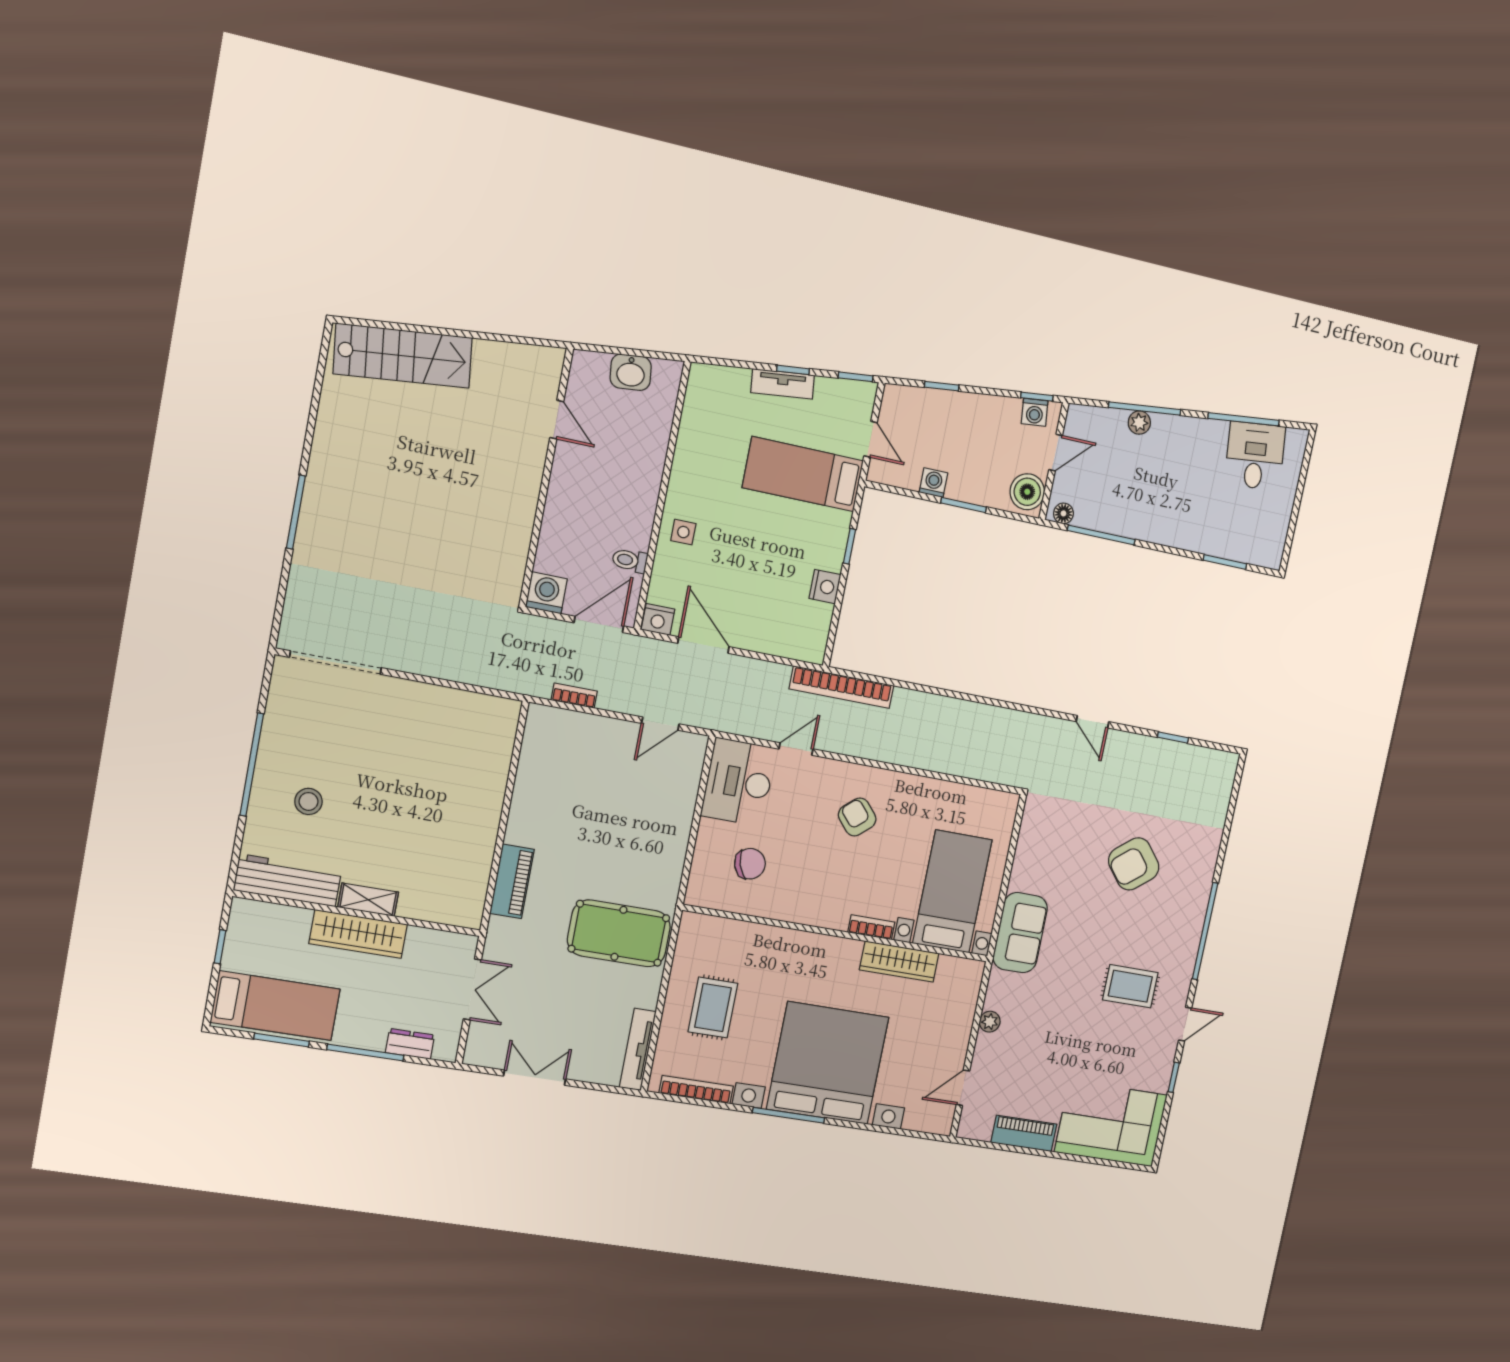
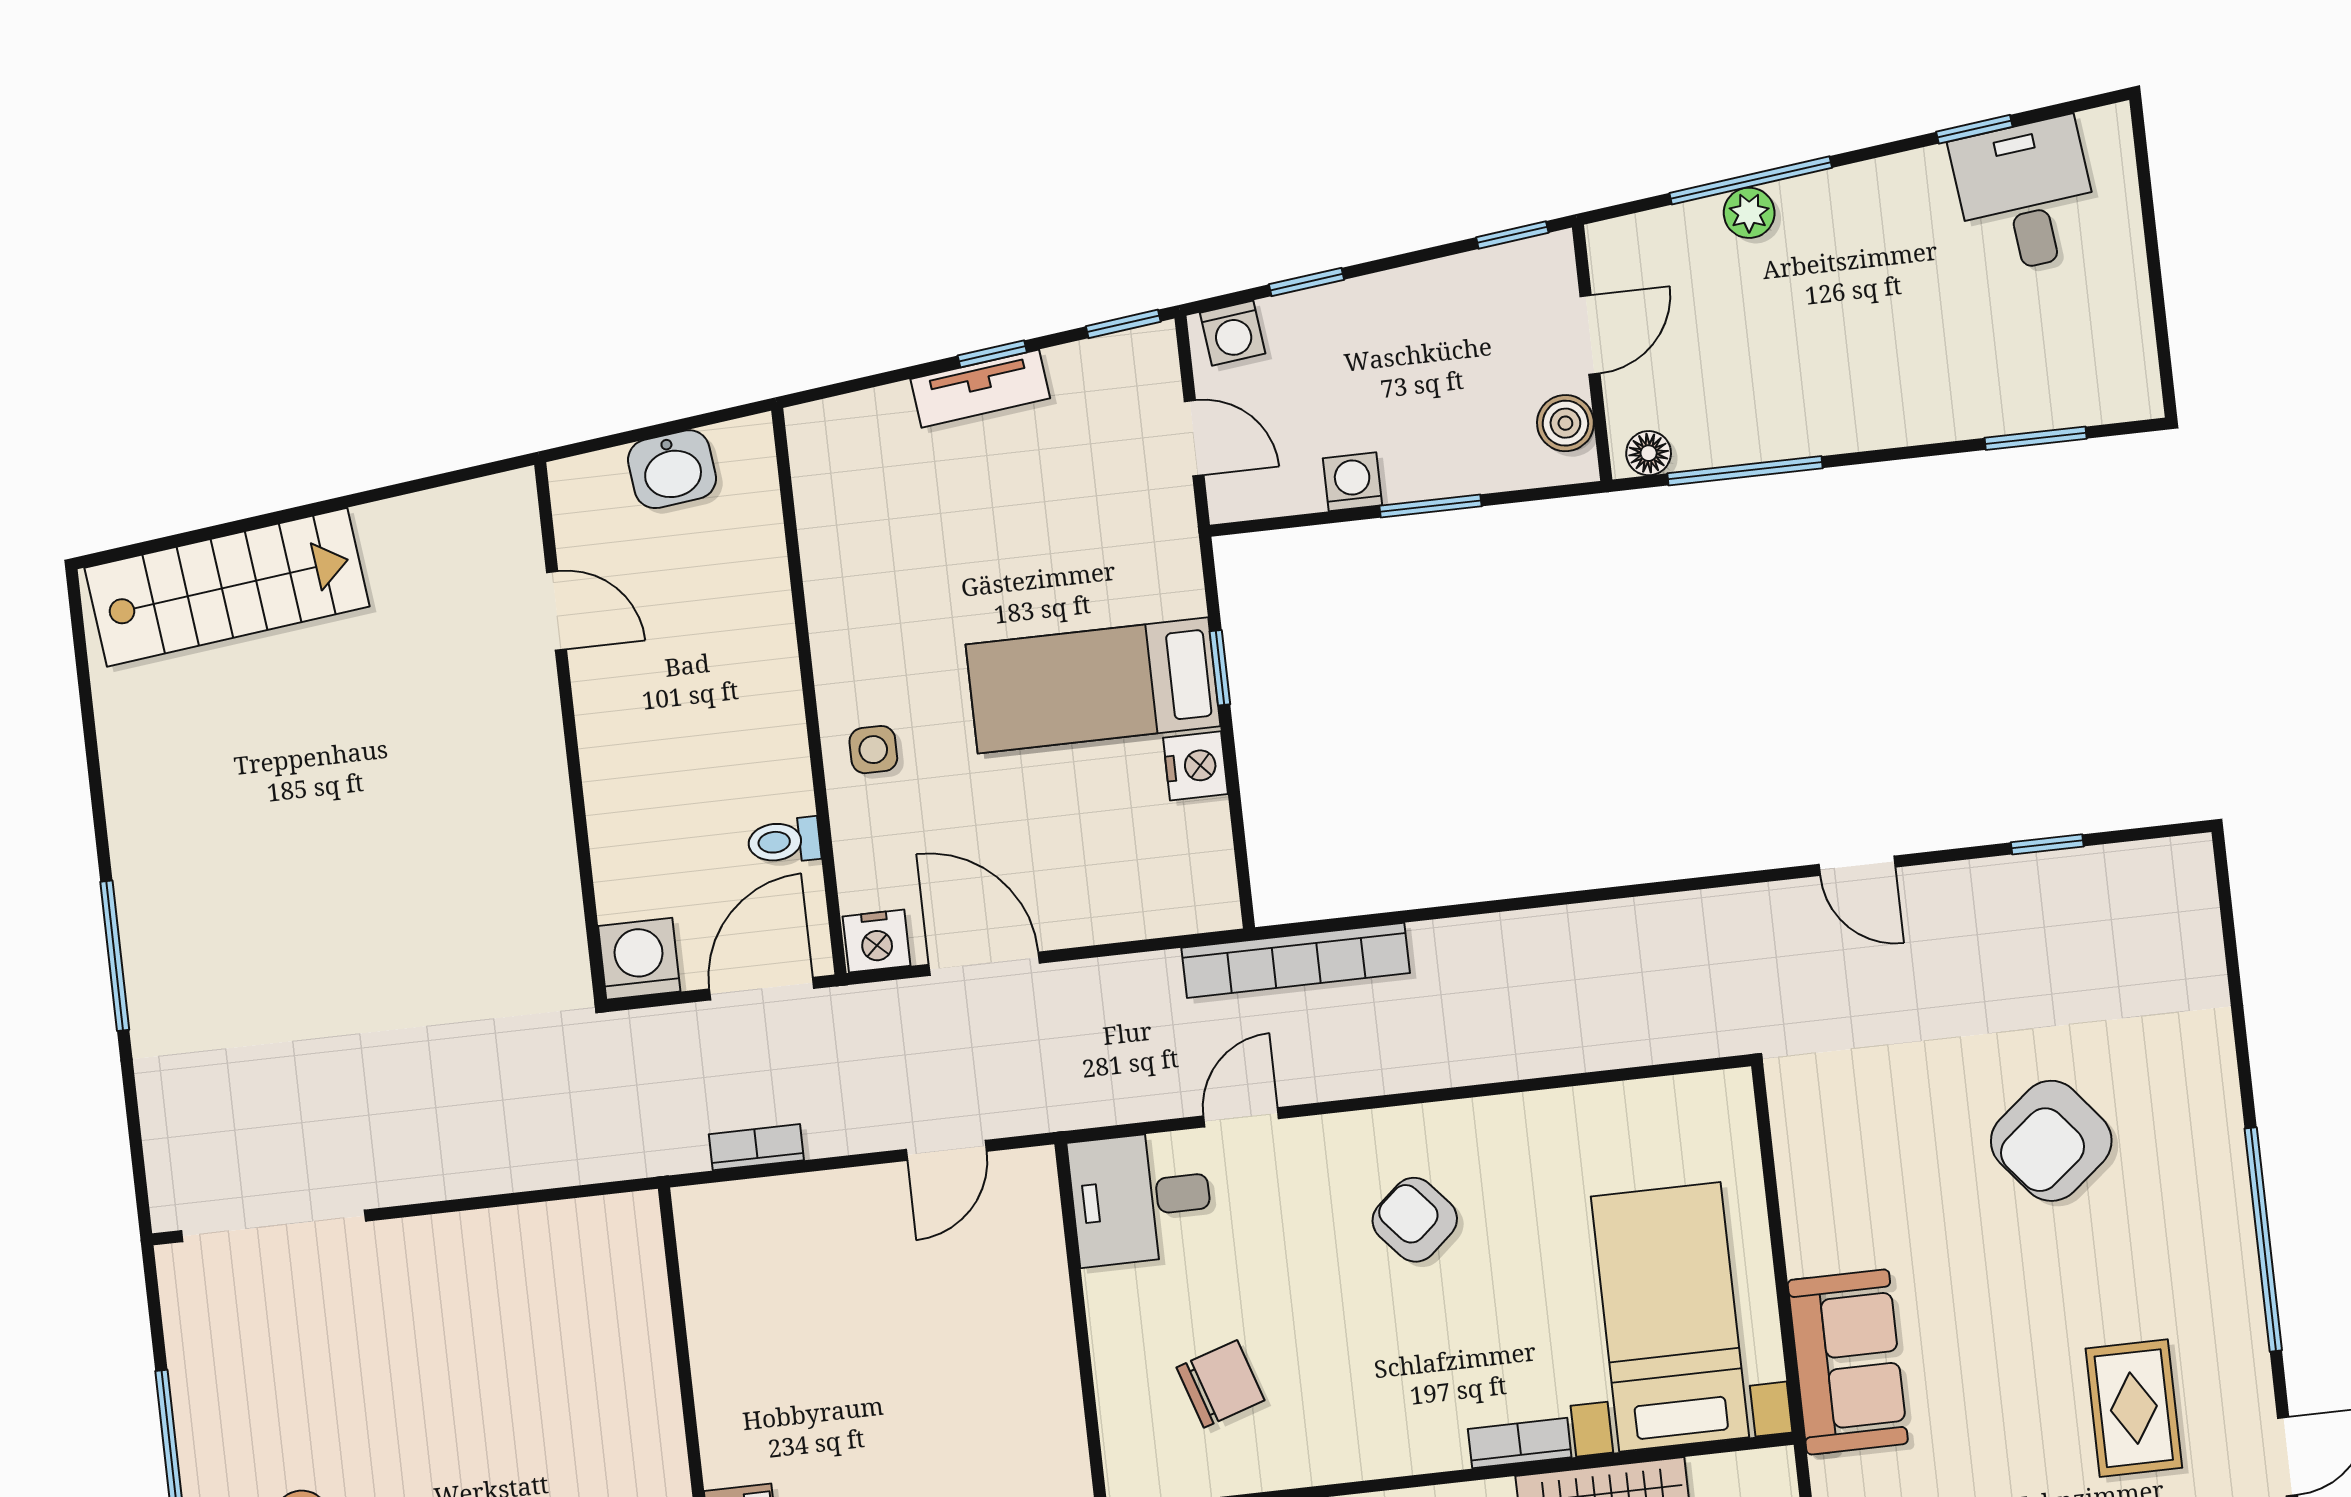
washing machine: (1035, 412) -> (1233, 333), moved
window: (1244, 419) -> (1974, 129), width x0.46
bed: (803, 474) -> (1093, 685), moved
boiler: (1027, 492) -> (1565, 423), width x0.73, depth x0.73
desk: (739, 782) -> (1141, 1198), width x0.73
rug: (1130, 986) -> (2134, 1408), turned 90

